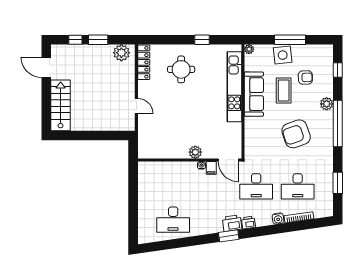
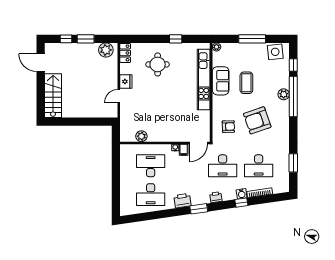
side table: (283, 55) -> (275, 52), moved
locker: (144, 62) -> (125, 53), width x0.66
armchair: (305, 77) -> (228, 127), moved
fridge: (145, 89) -> (126, 82), added
sofa: (254, 94) -> (221, 81), width x0.73
door: (136, 106) -> (119, 96), swing flipped
window: (338, 123) -> (293, 97), moved
plant: (195, 152) -> (141, 136), moved
door: (228, 160) -> (198, 143), hinge flipped
desk: (173, 186) -> (151, 166), added
printer: (232, 223) -> (182, 201), moved
window: (278, 229) -> (241, 203), added

